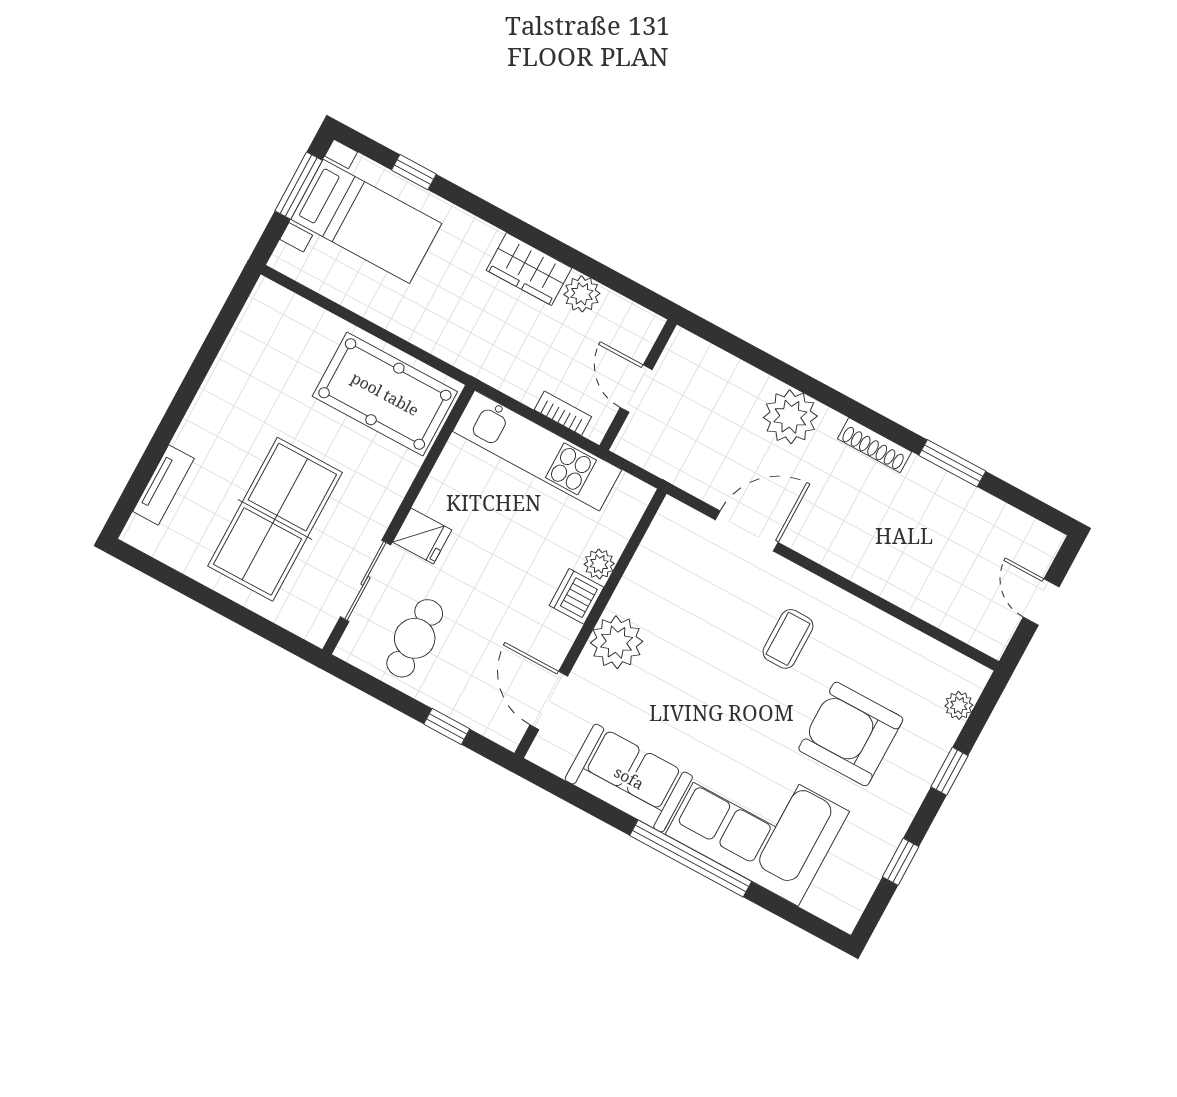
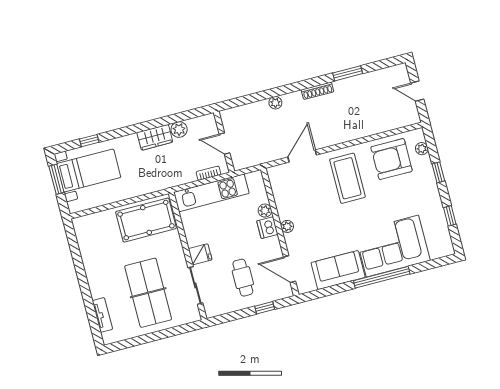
plant: (790, 417) -> (275, 103), width x0.53, depth x0.53
cafe table: (415, 638) -> (243, 278), moved
coffee table: (788, 639) -> (347, 178), width x1.86, depth x1.72
plant: (617, 642) -> (287, 226), width x0.53, depth x0.53
armchair: (851, 734) -> (392, 159), moved

